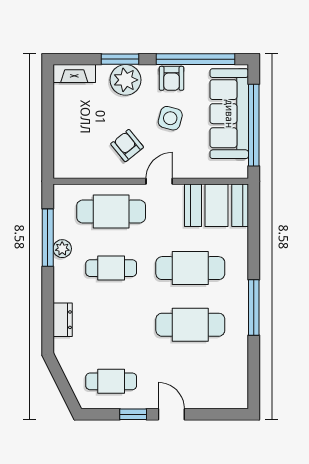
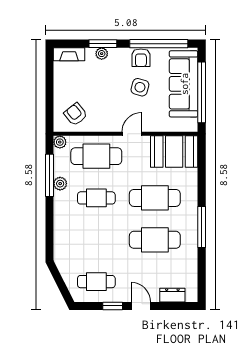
plant: (126, 80) -> (102, 54), width x0.53, depth x0.53
armchair: (127, 146) -> (76, 114), moved
plant: (62, 192) -> (60, 142), added
dresser: (63, 320) -> (172, 295), moved, turned -90

